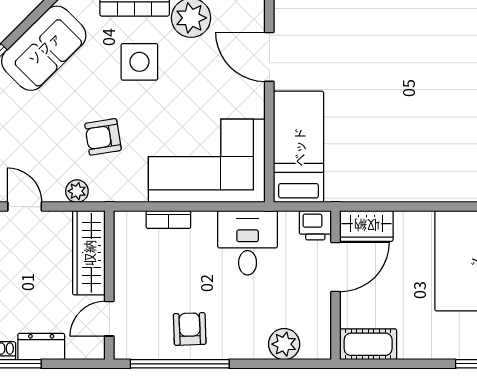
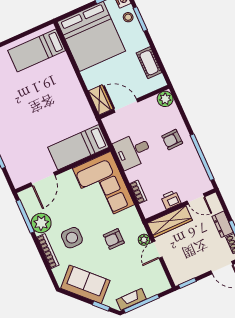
armchair: (103, 137) -> (114, 239), turned 99
door: (25, 207) -> (157, 250), moved
printer: (315, 225) -> (171, 200), moved, turned -90
armchair: (190, 329) -> (172, 140), moved
plant: (284, 344) -> (165, 99), moved
cot: (368, 344) -> (149, 63), moved

